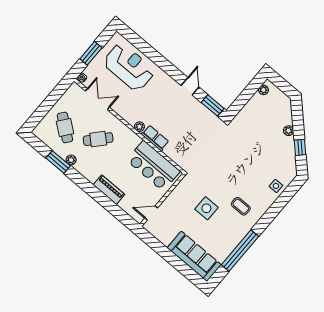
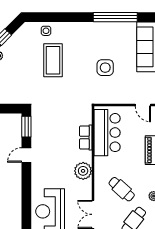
plant: (139, 127) -> (83, 171), width x1.88, depth x1.88
row of seats: (155, 138) -> (86, 138), moved
coffee table: (241, 206) -> (53, 60), moved, width x1.86, depth x1.72

